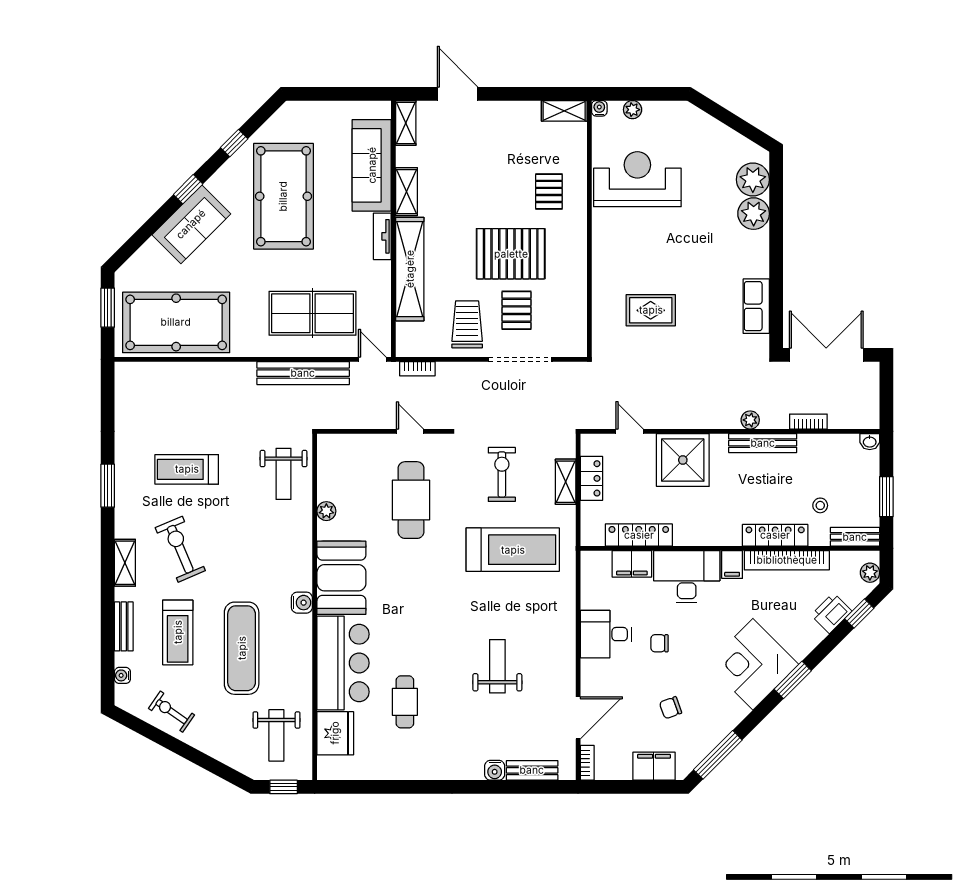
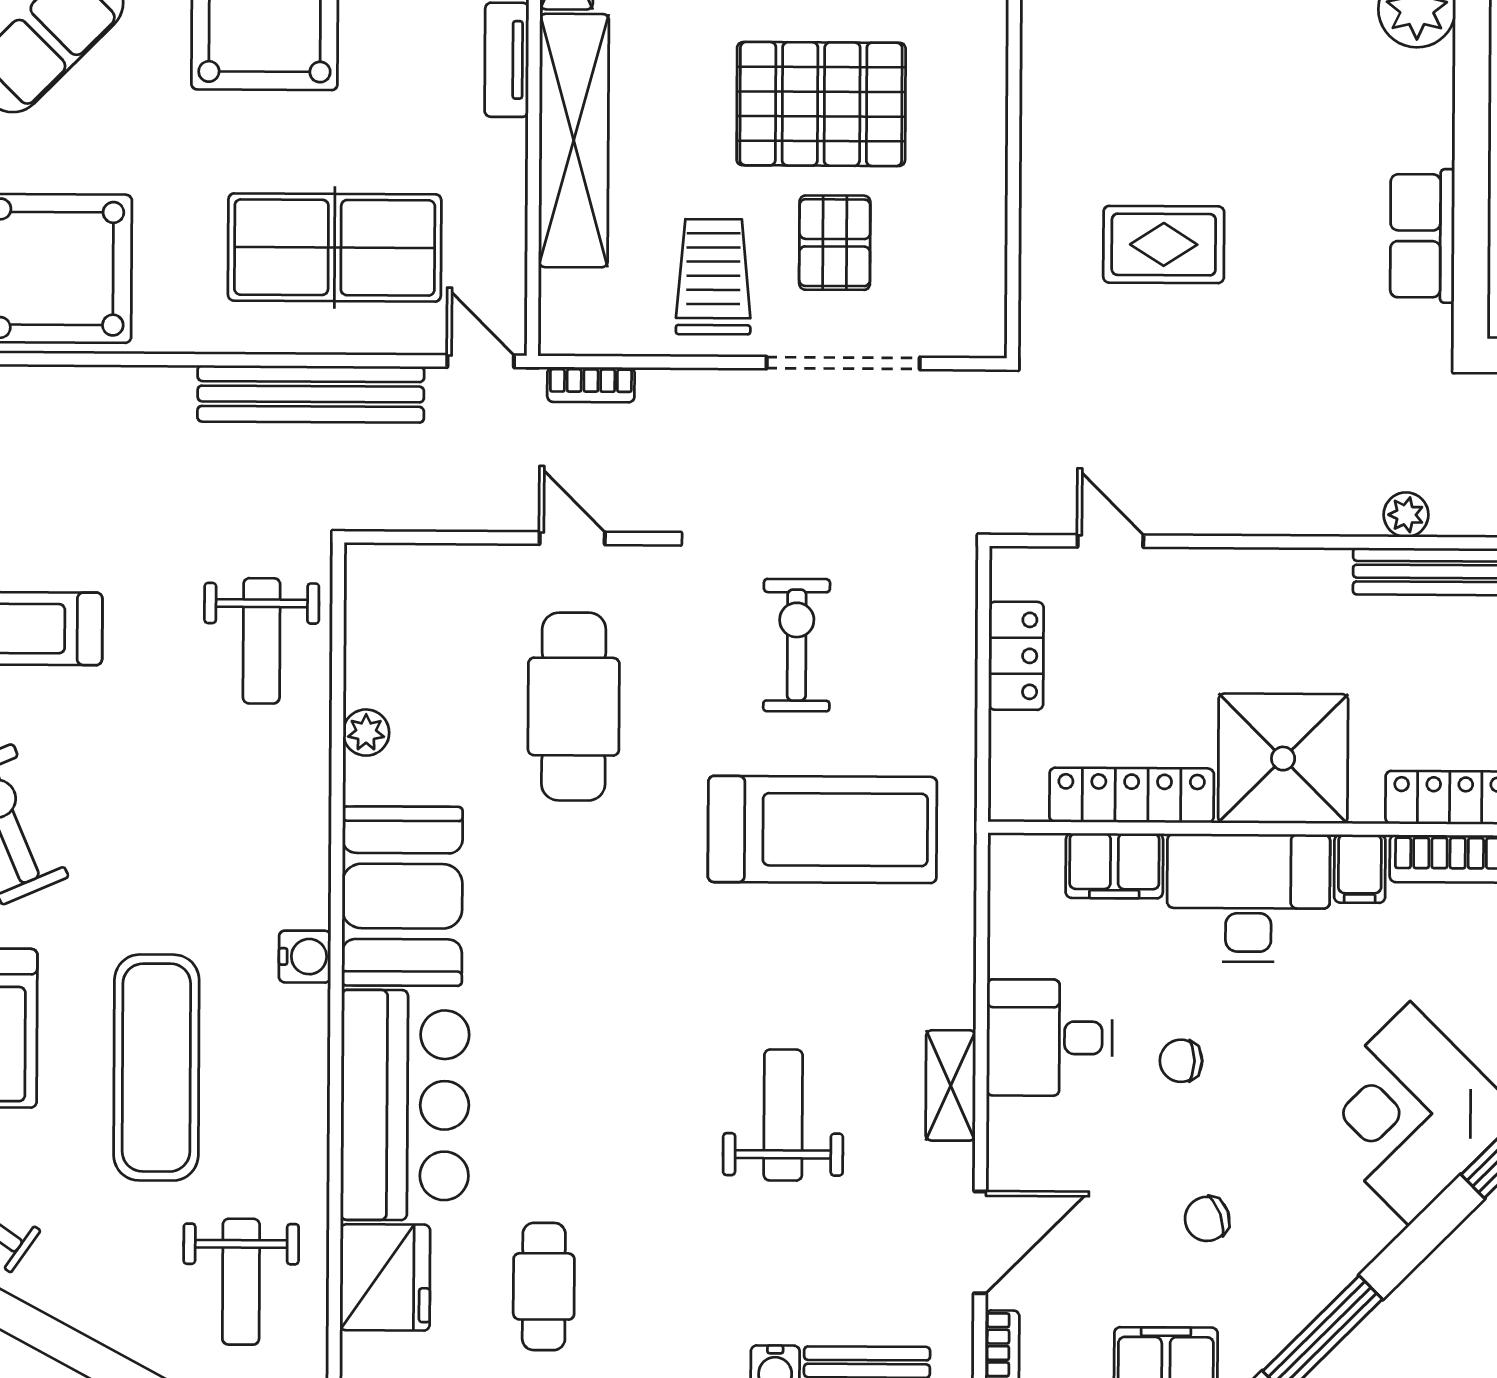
shower: (683, 460) -> (1283, 759), moved
shelving: (566, 482) -> (951, 1085), moved
cafe table: (405, 702) -> (544, 1286), moved

